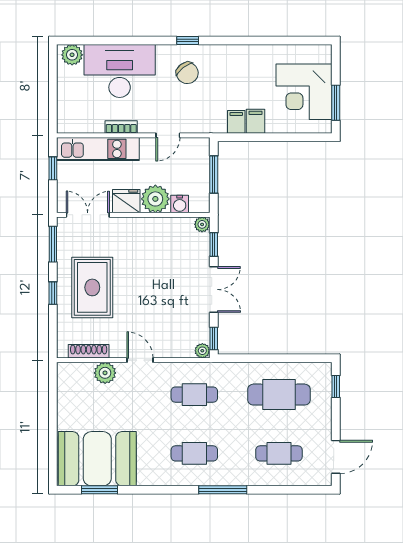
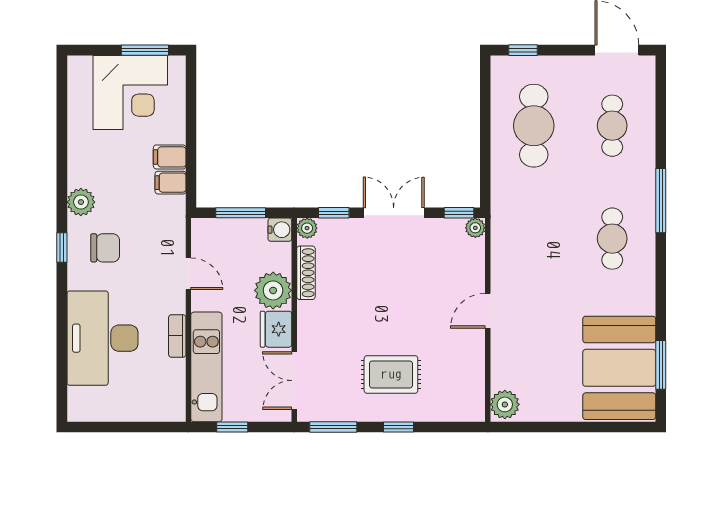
plant: (72, 55) -> (81, 202), moved
chair: (187, 73) -> (105, 248), turned 38
water cooler: (180, 204) -> (280, 230), moved
rug: (92, 287) -> (391, 374), width x0.73, depth x0.70
shoe rack: (89, 351) -> (306, 273), moved, turned 180
plant: (105, 373) -> (505, 404), moved
cafe table: (194, 395) -> (534, 239), removed

